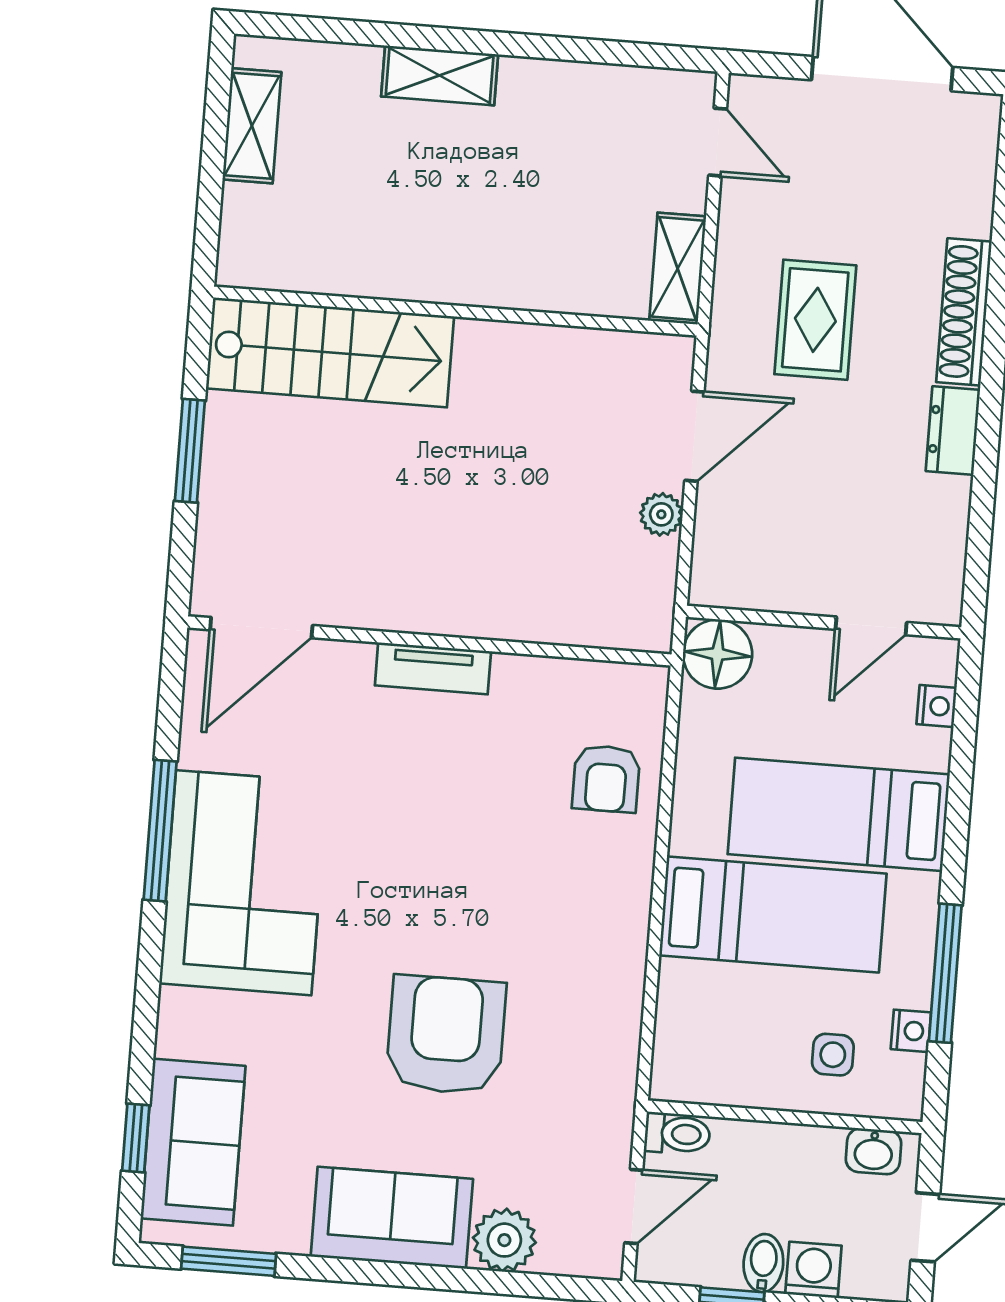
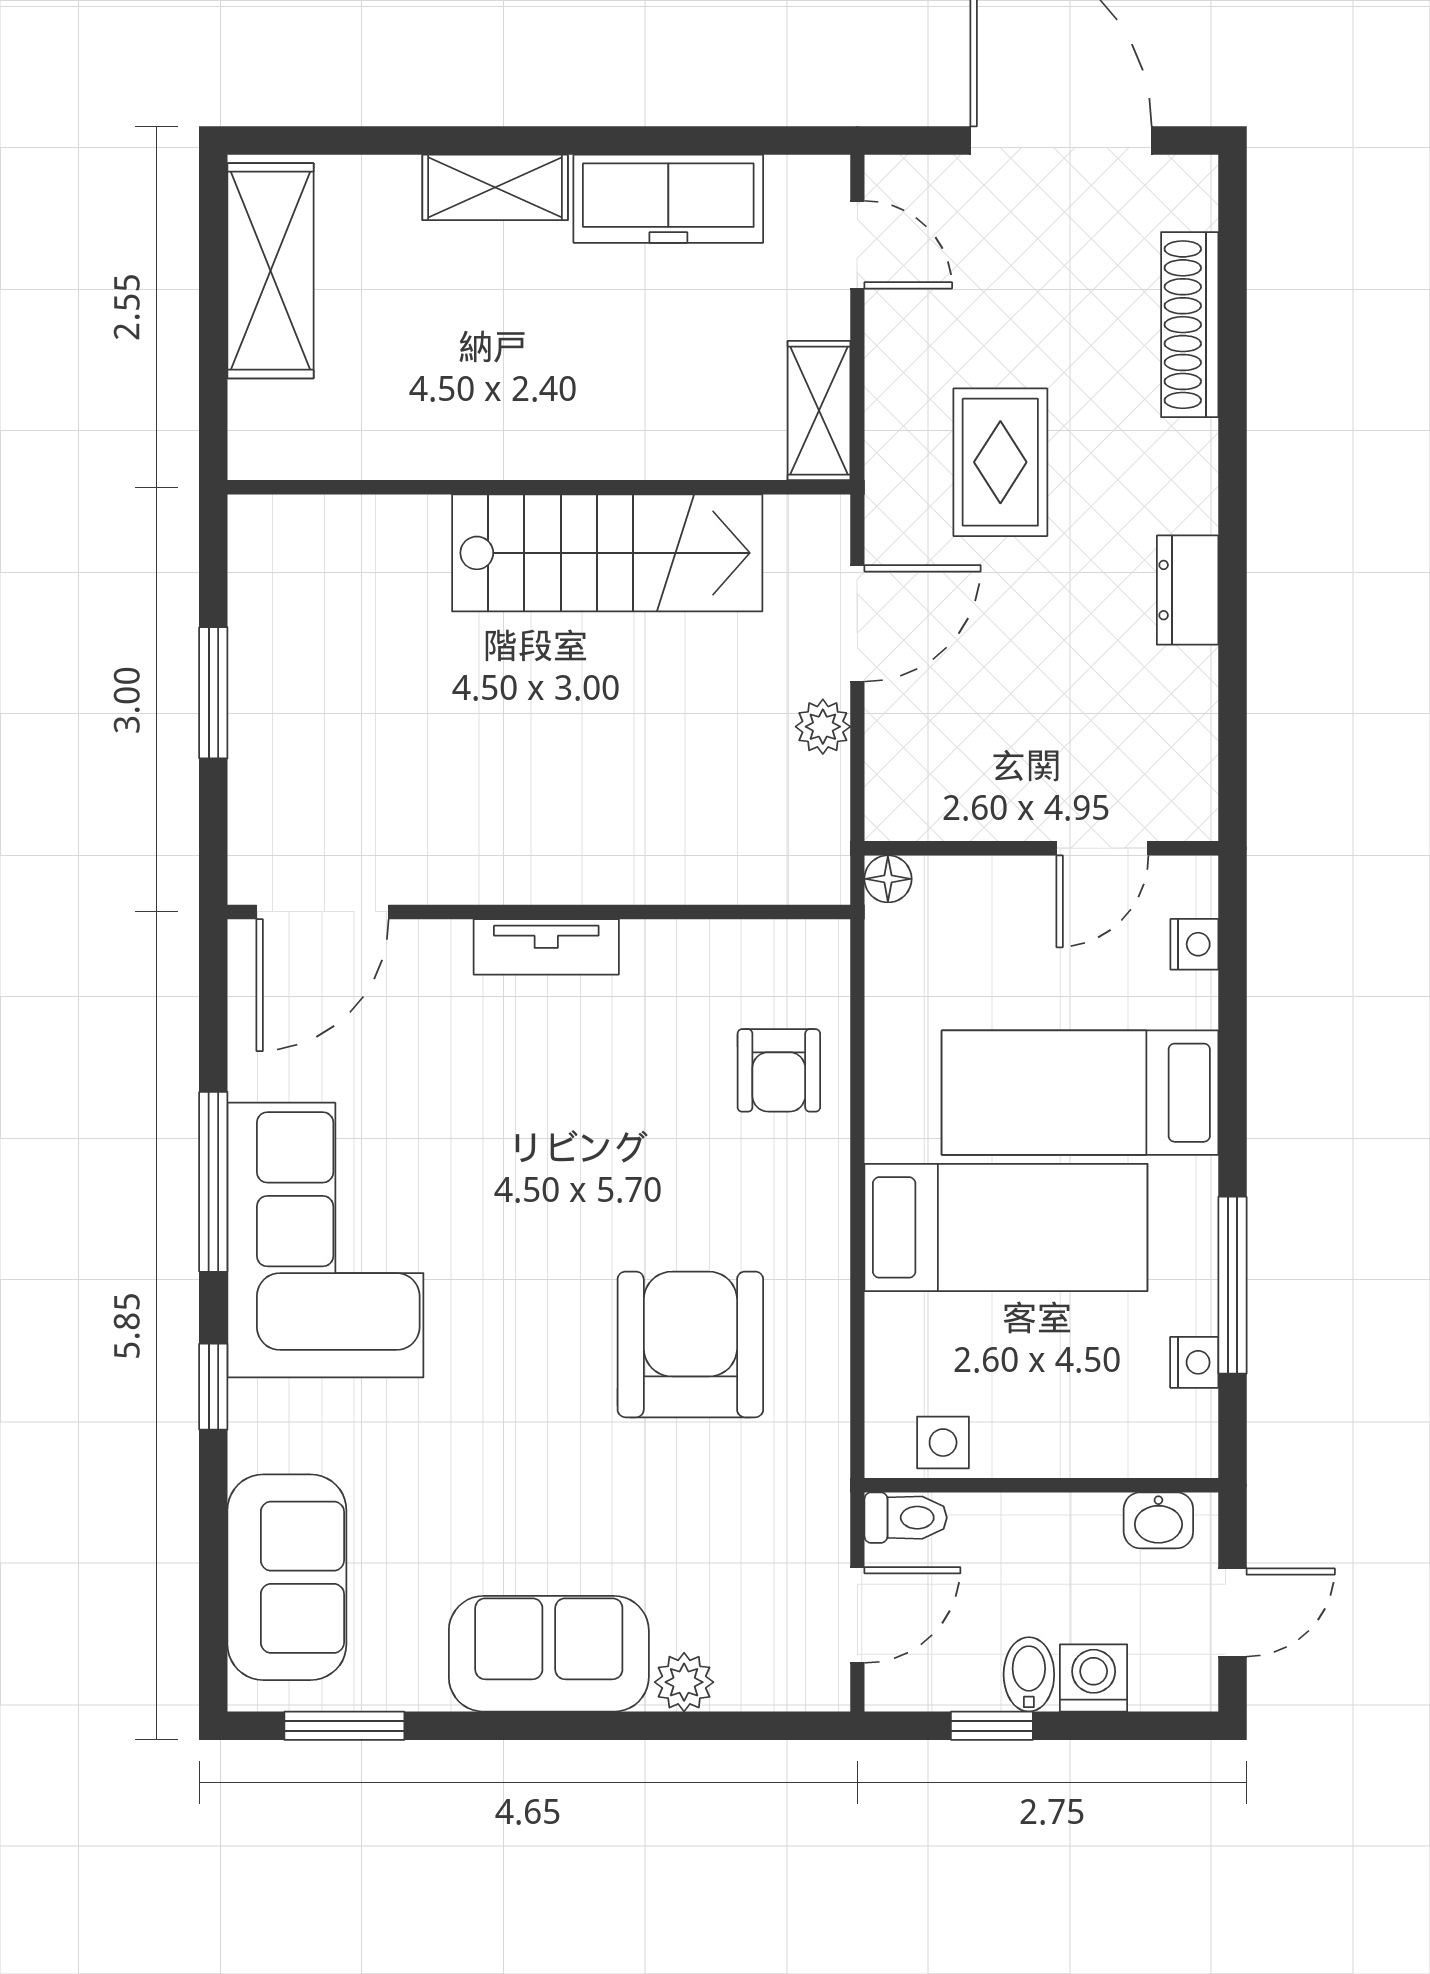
freezer: (574, 95) -> (668, 199), added
shelving: (252, 126) -> (271, 271), width x1.50, depth x1.33
shoe rack: (964, 312) -> (1190, 325), moved
stairs: (330, 352) -> (607, 553), moved
floor lamp: (718, 654) -> (888, 879), width x0.53, depth x0.53
armchair: (446, 1035) -> (690, 1344), moved
side table: (833, 1055) -> (943, 1443), moved
window: (136, 1138) -> (213, 1387), moved
plant: (504, 1240) -> (684, 1682), width x0.73, depth x0.73

